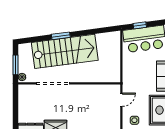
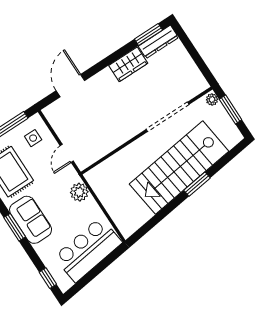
window: (140, 25) -> (105, 263), removed
plant: (129, 74) -> (79, 192), added

